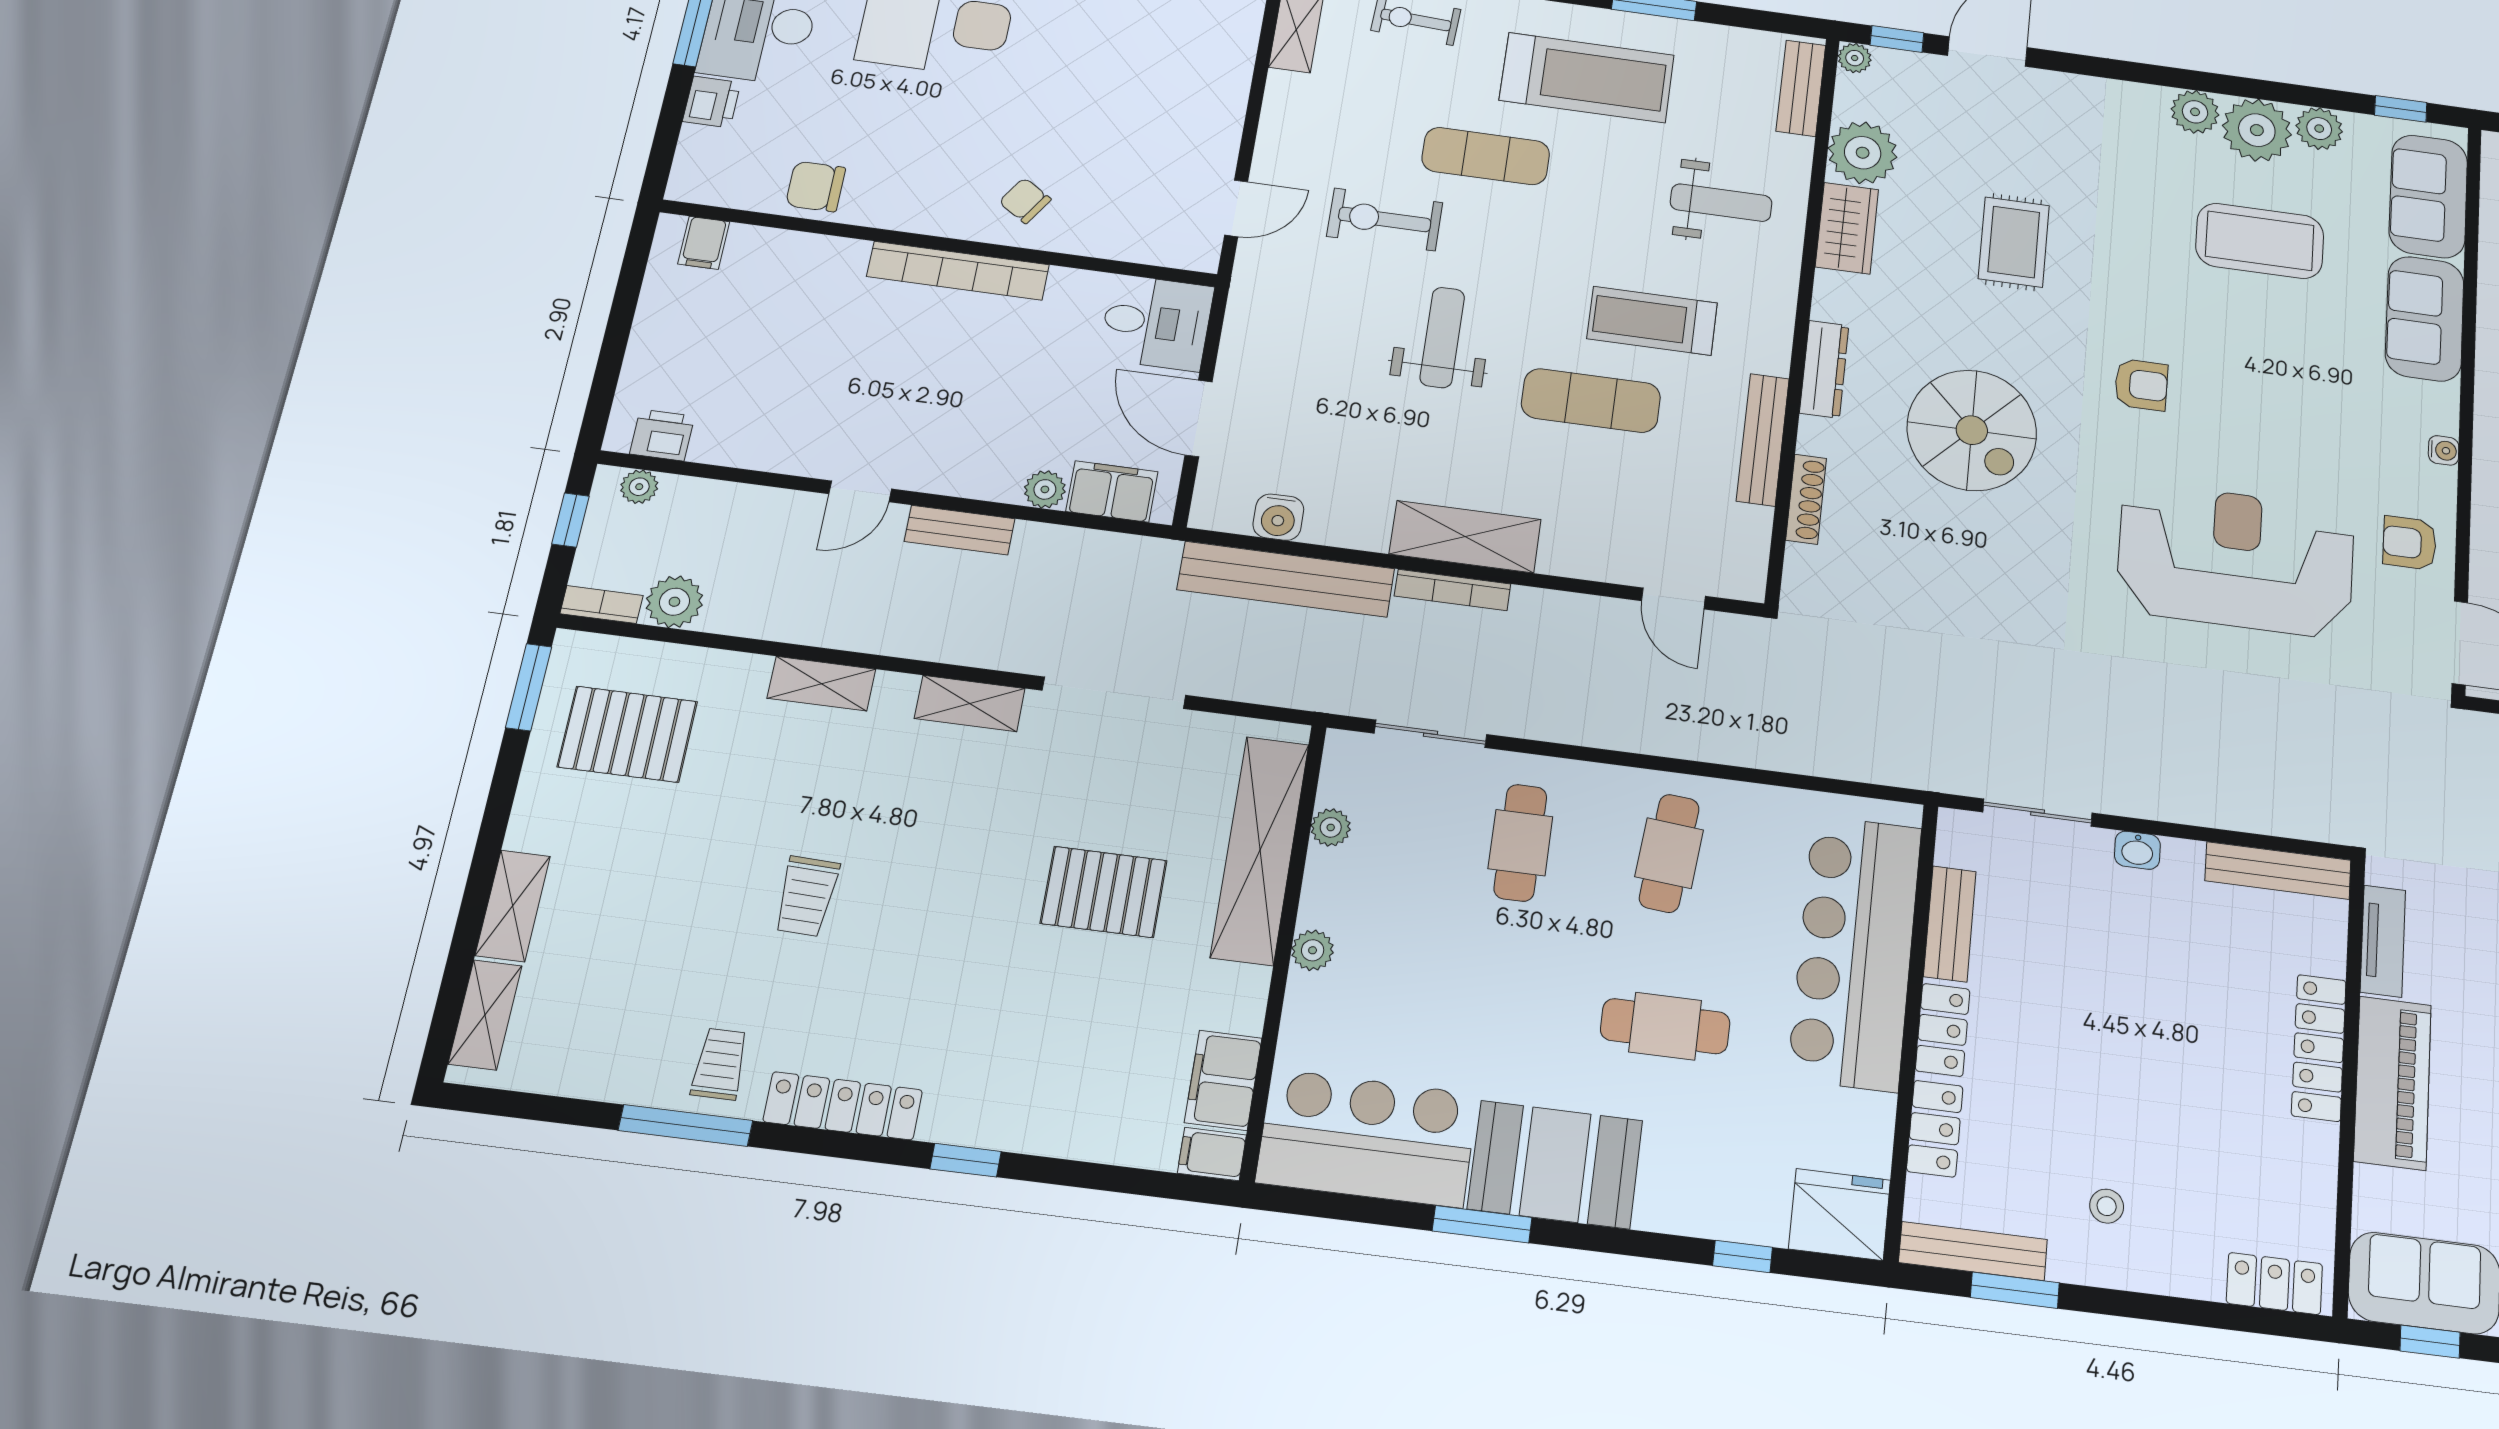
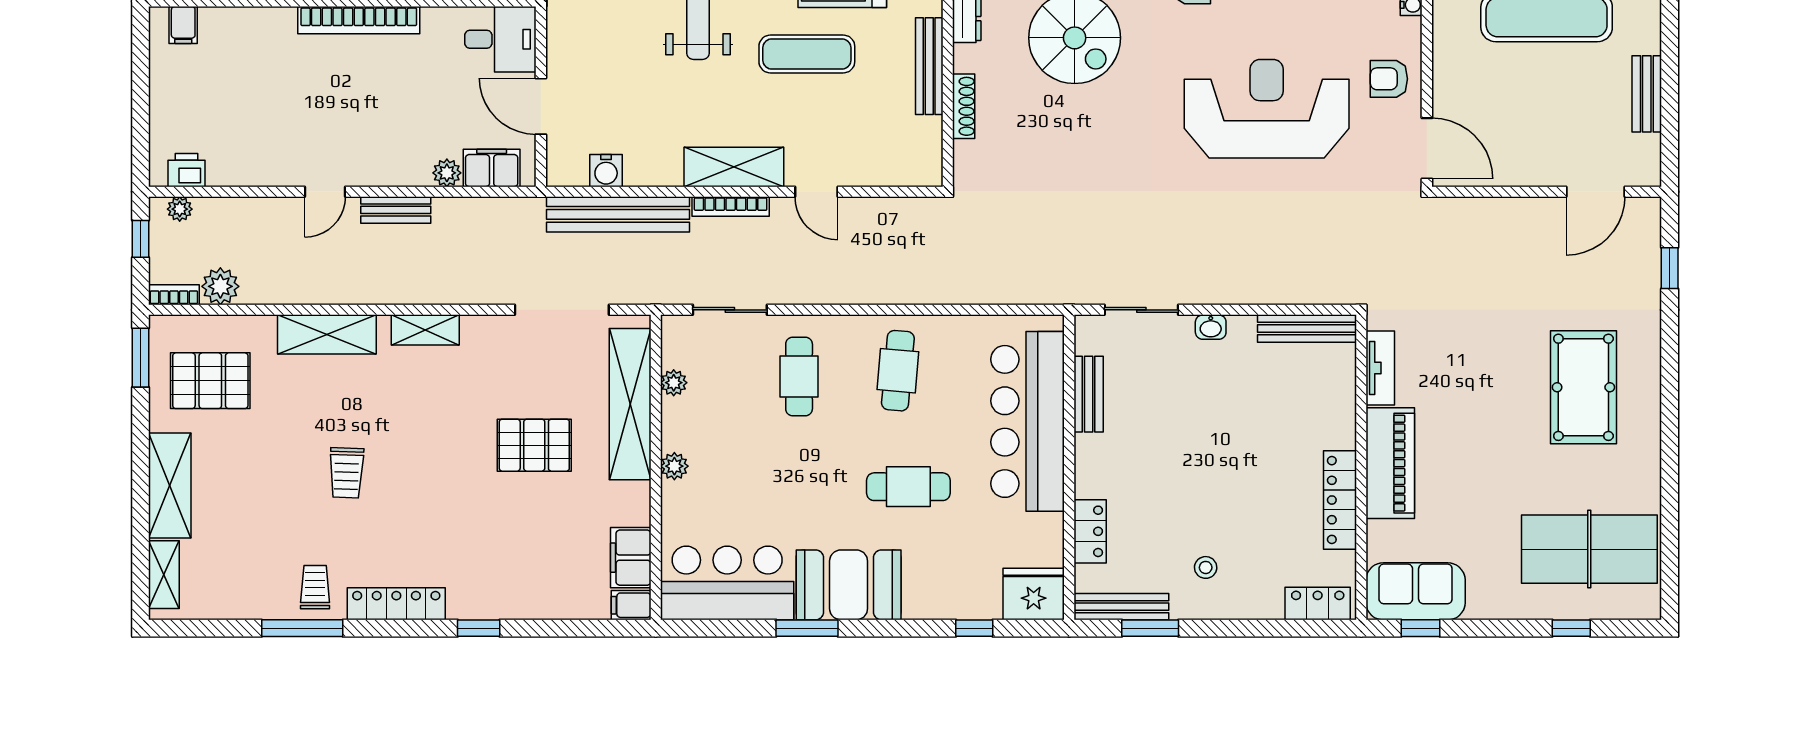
door: (1673, 598) -> (816, 192), moved
shelving: (821, 684) -> (327, 334), width x1.50, depth x1.33
doorway: (1114, 693) -> (562, 310), moved
shelving: (513, 906) -> (170, 486), width x1.50, depth x1.33
locker: (1943, 1030) -> (1090, 466), removed
locker: (2319, 1048) -> (1340, 500), moved

